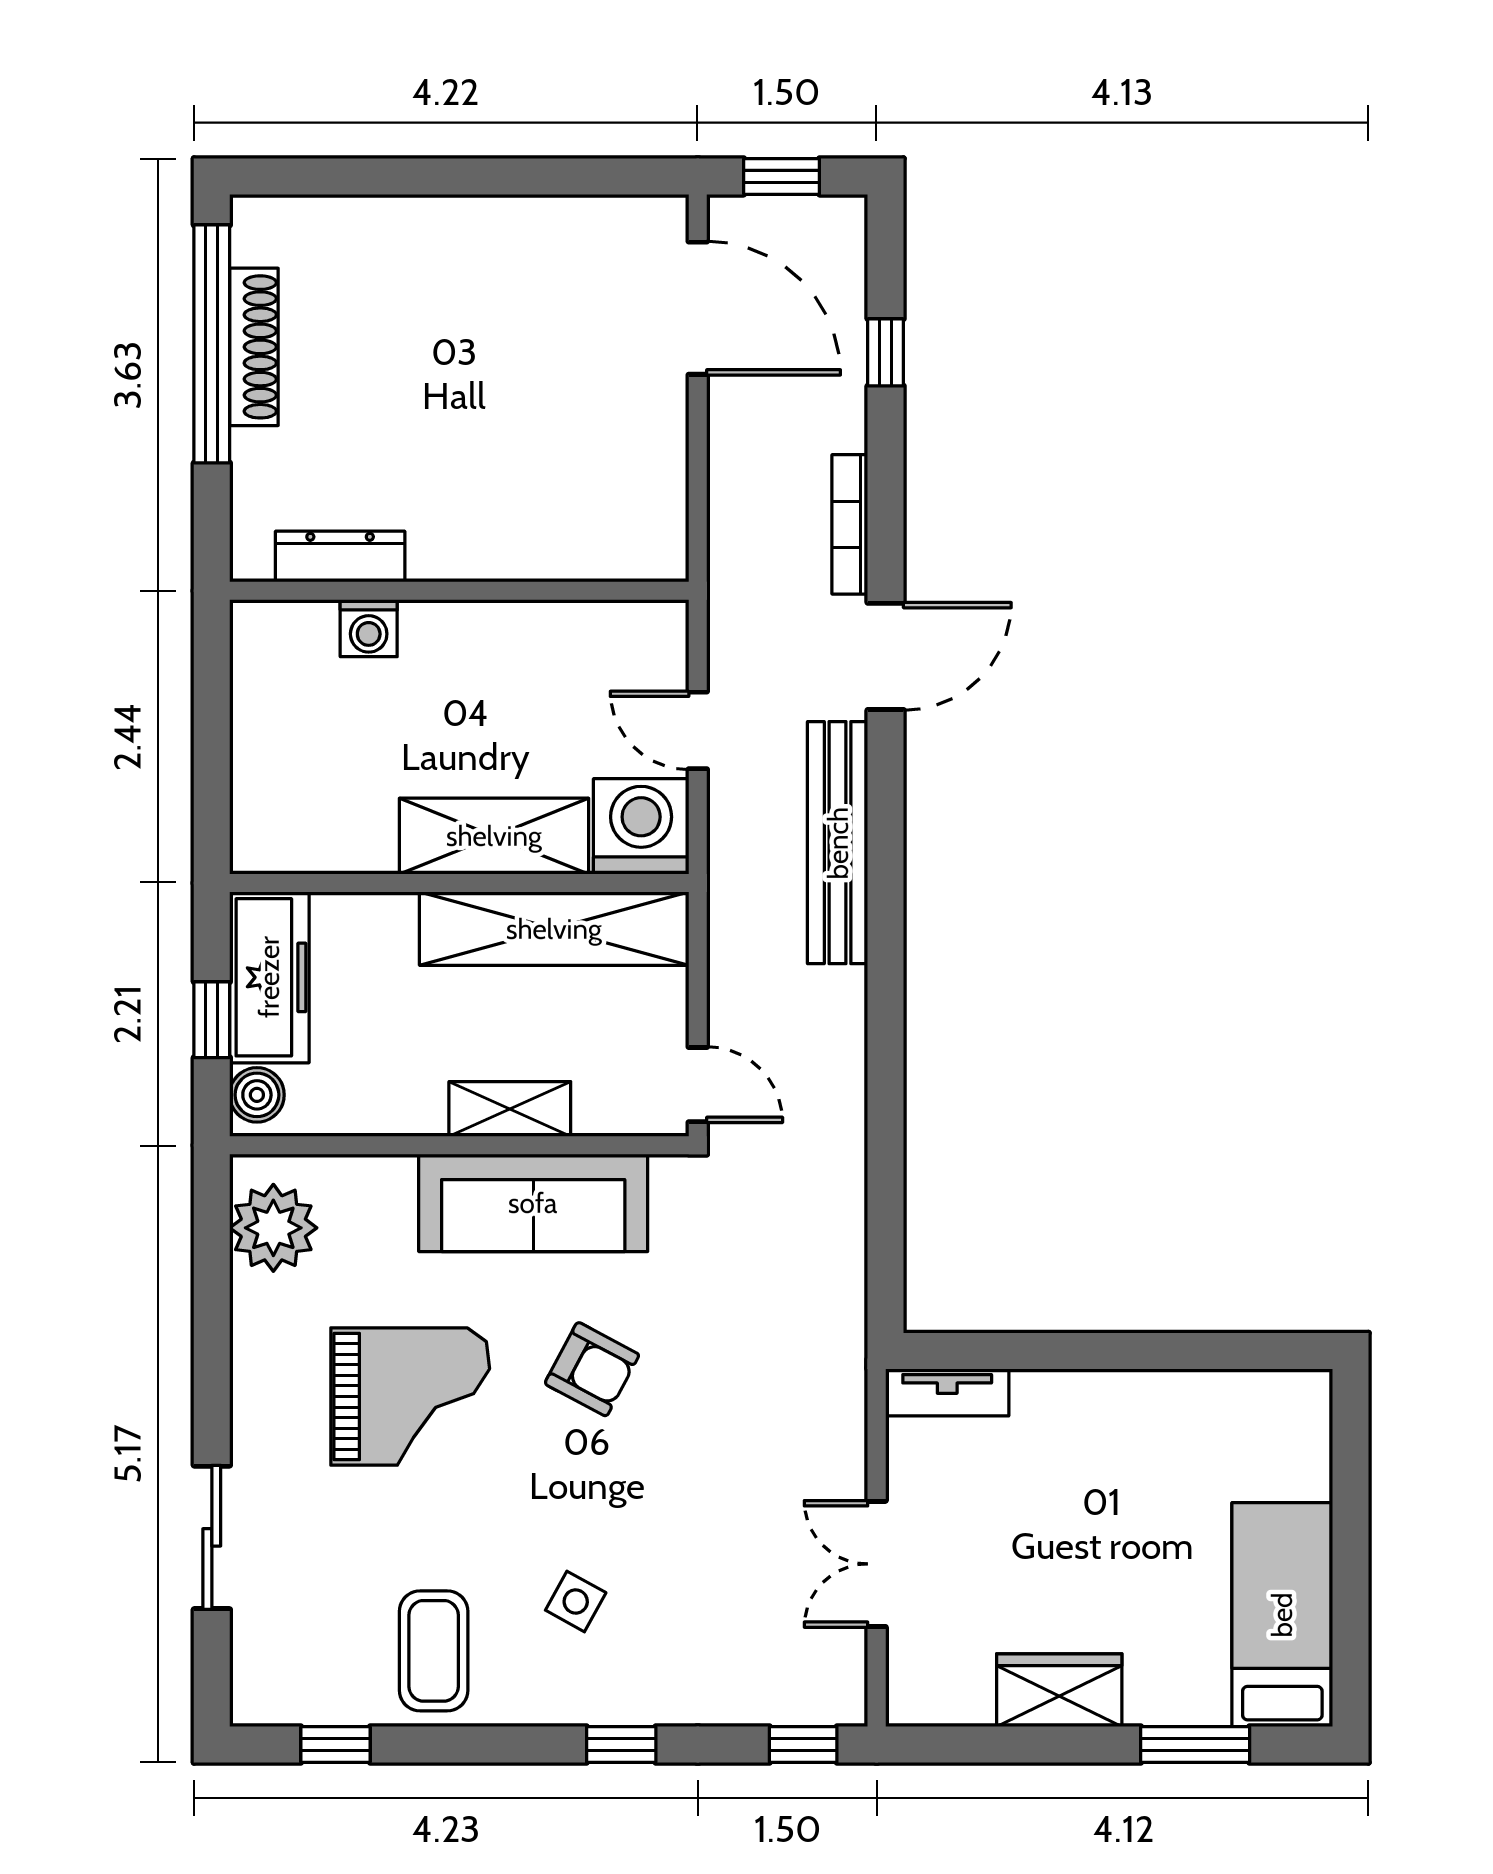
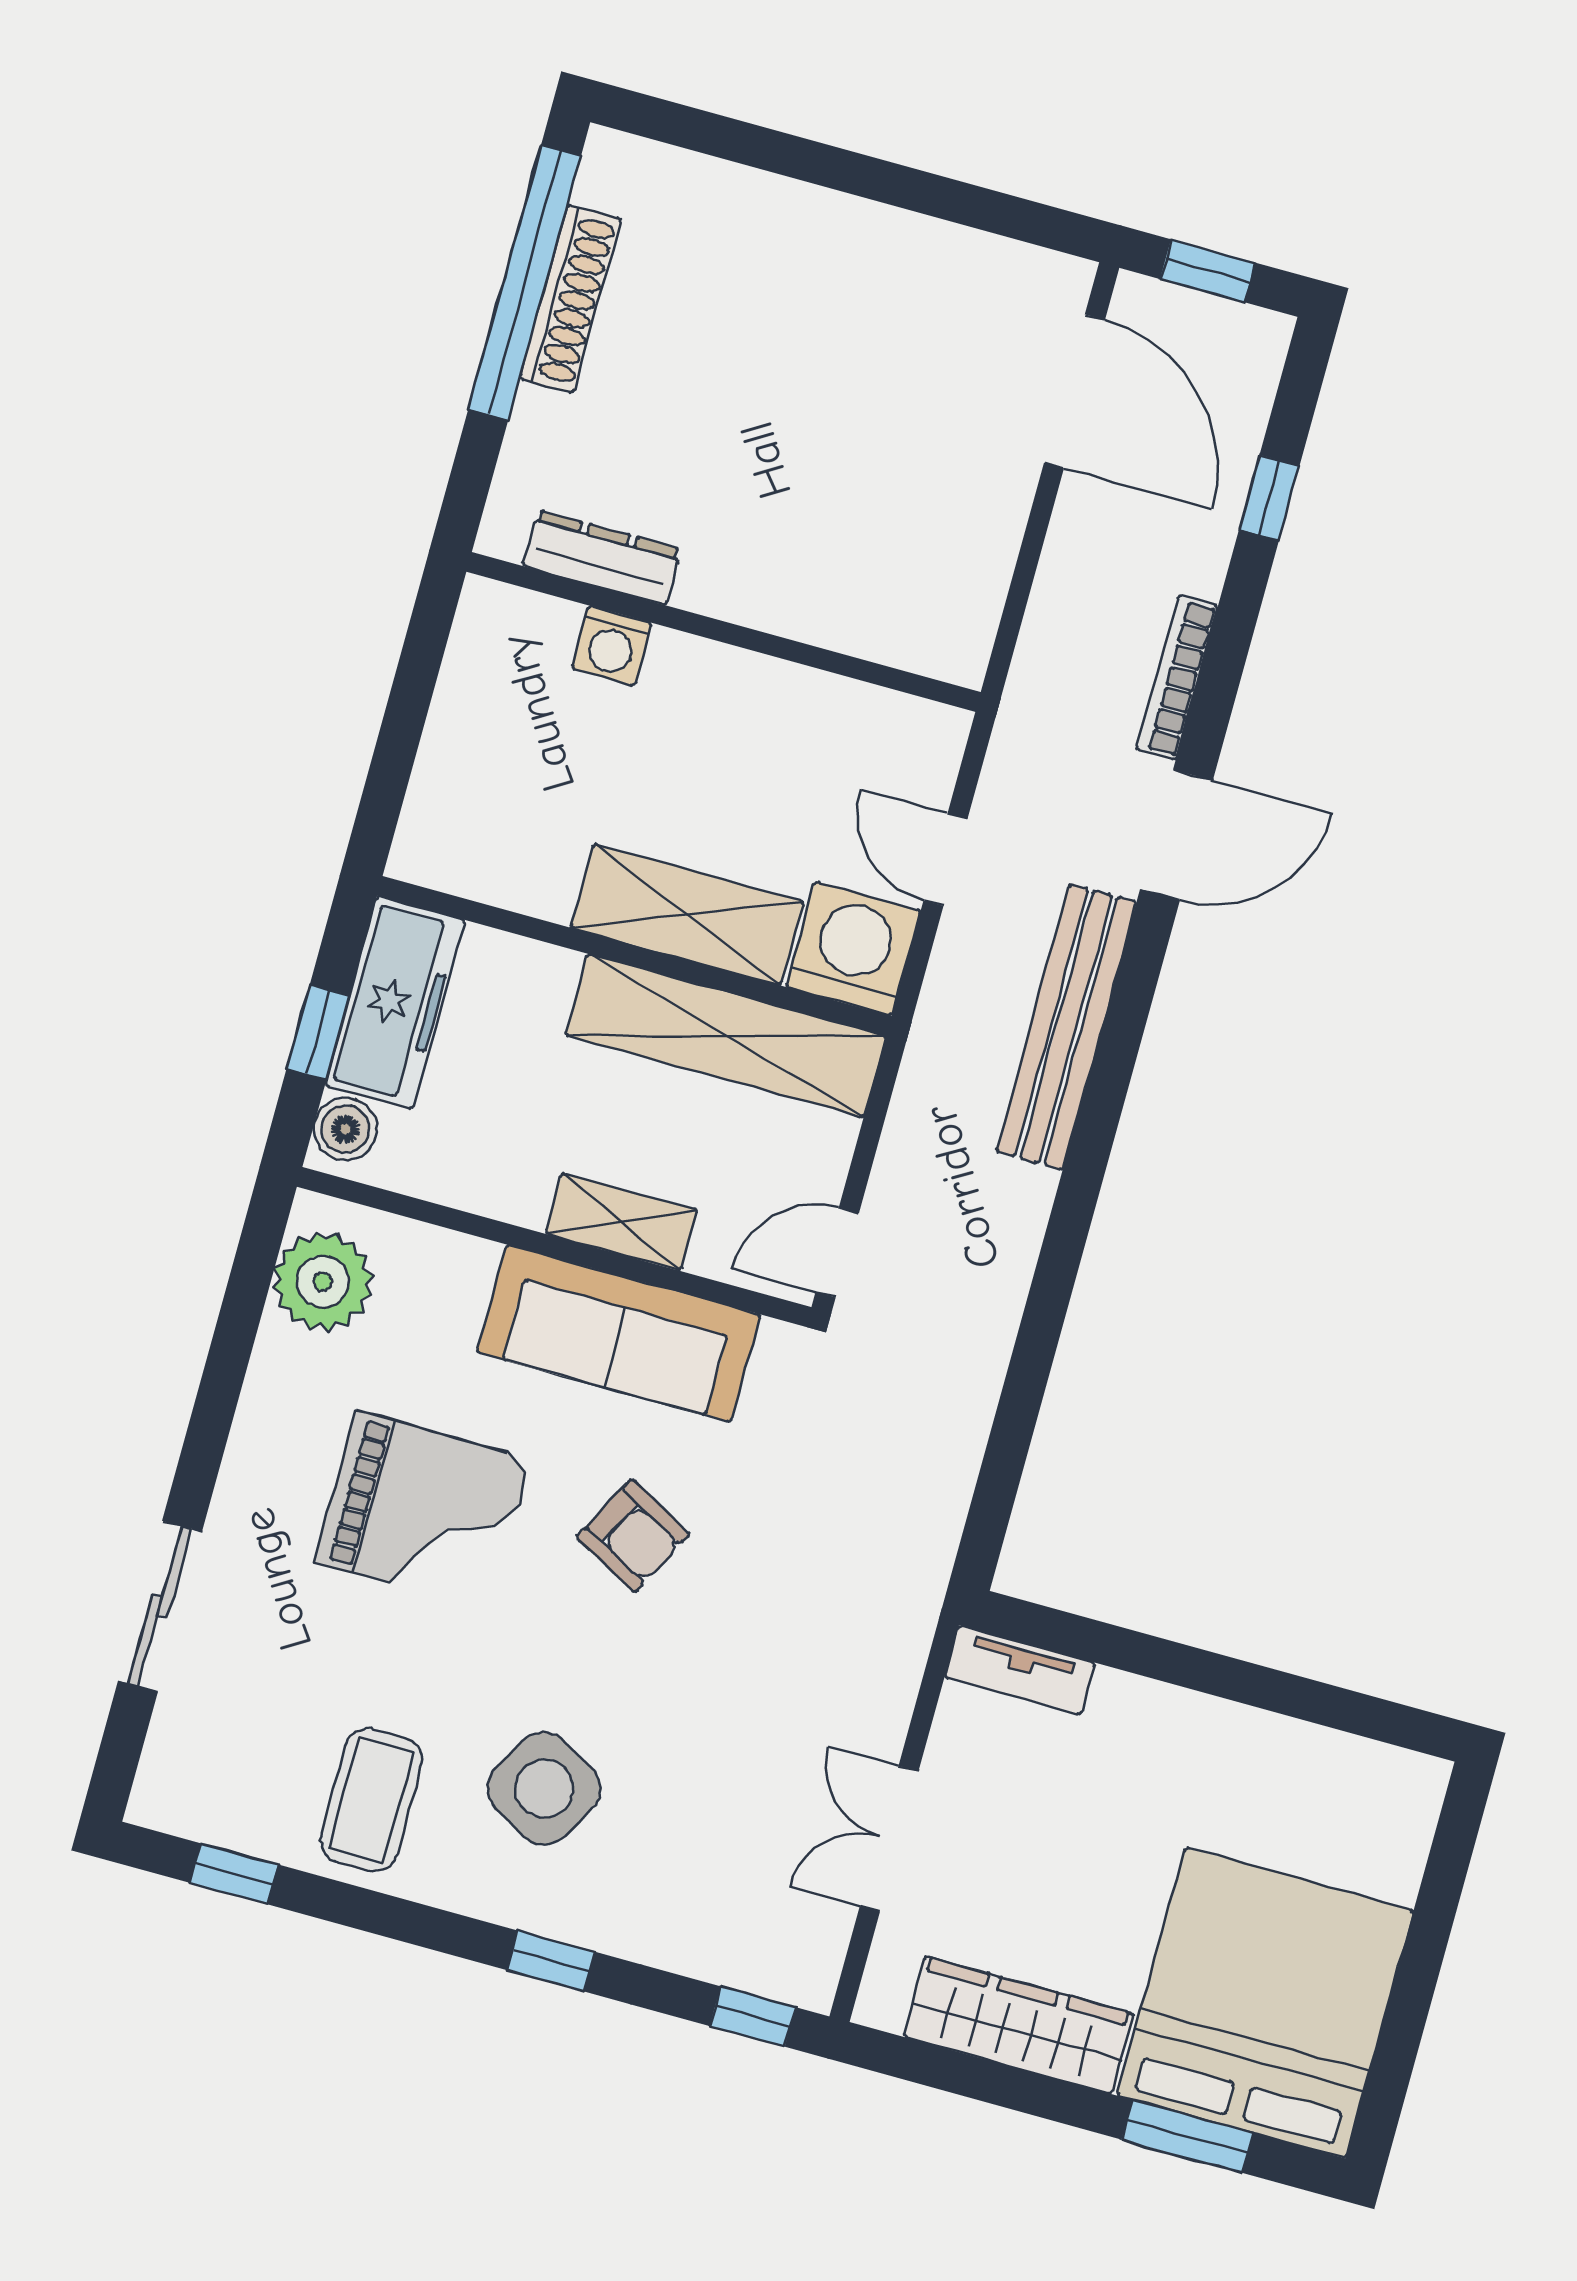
door: (698, 1085) -> (837, 1252), swing flipped
side table: (576, 1601) -> (544, 1788), width x1.87, depth x1.87
bed: (1282, 1615) -> (1265, 2003), width x2.04
wardrobe: (1059, 1690) -> (1018, 2025), width x1.50

